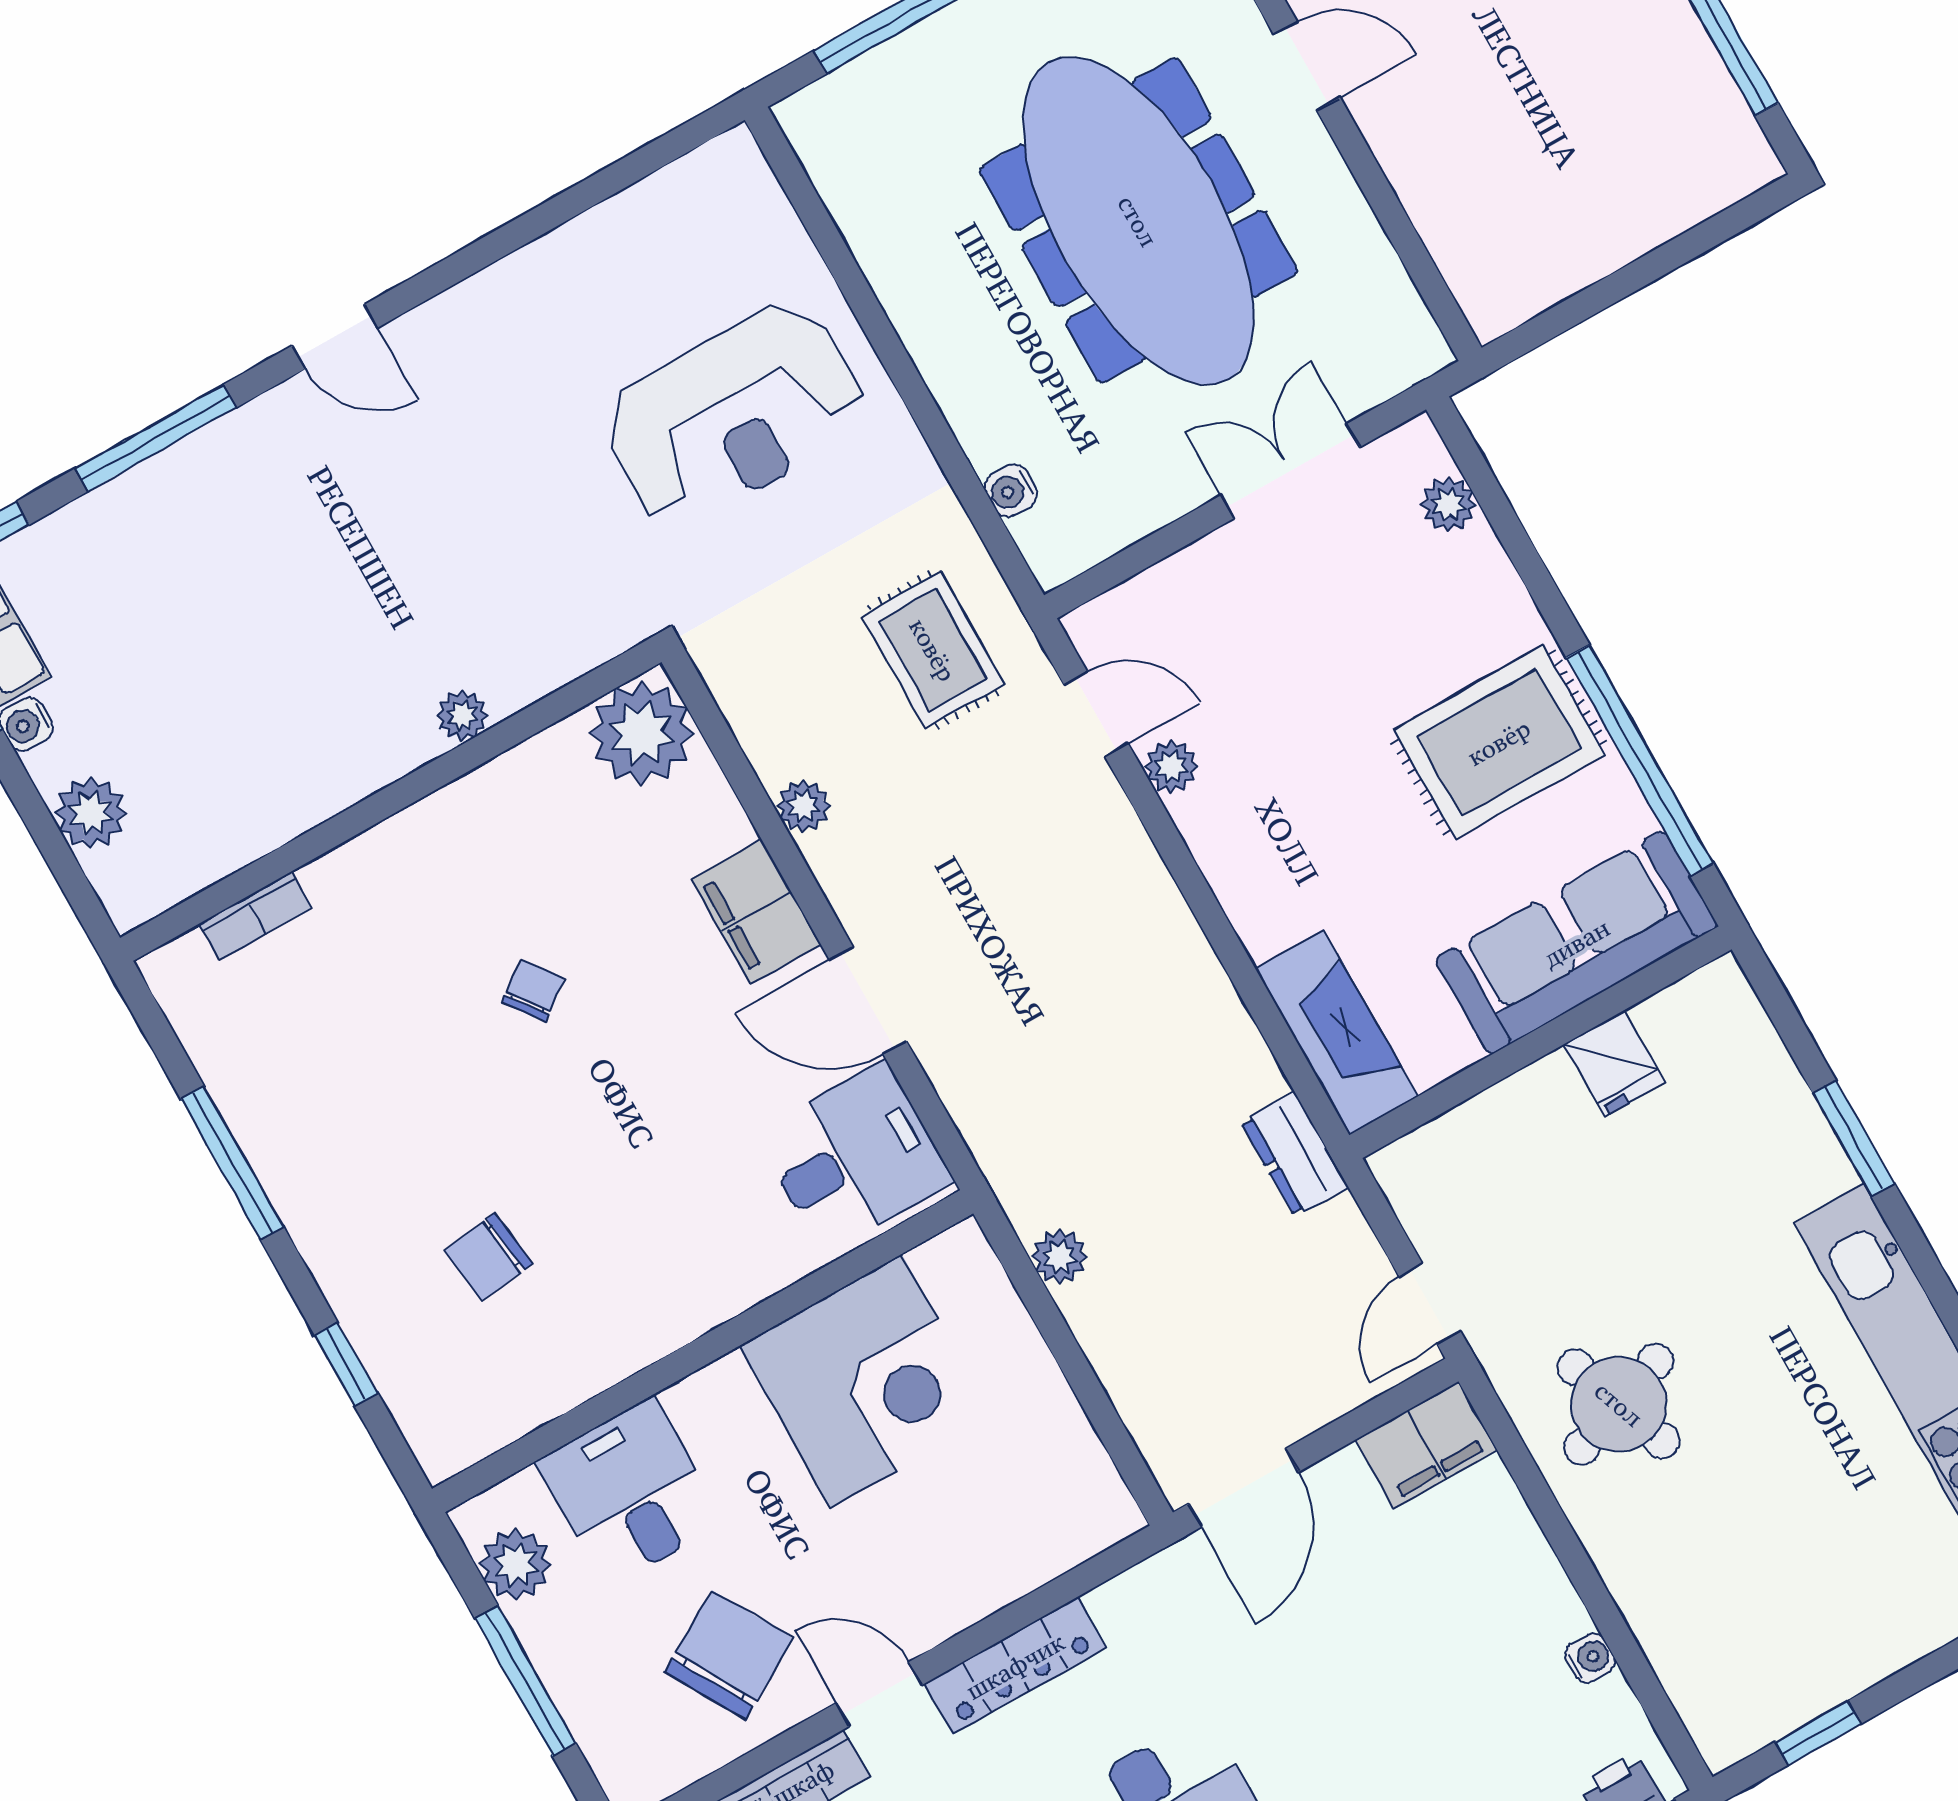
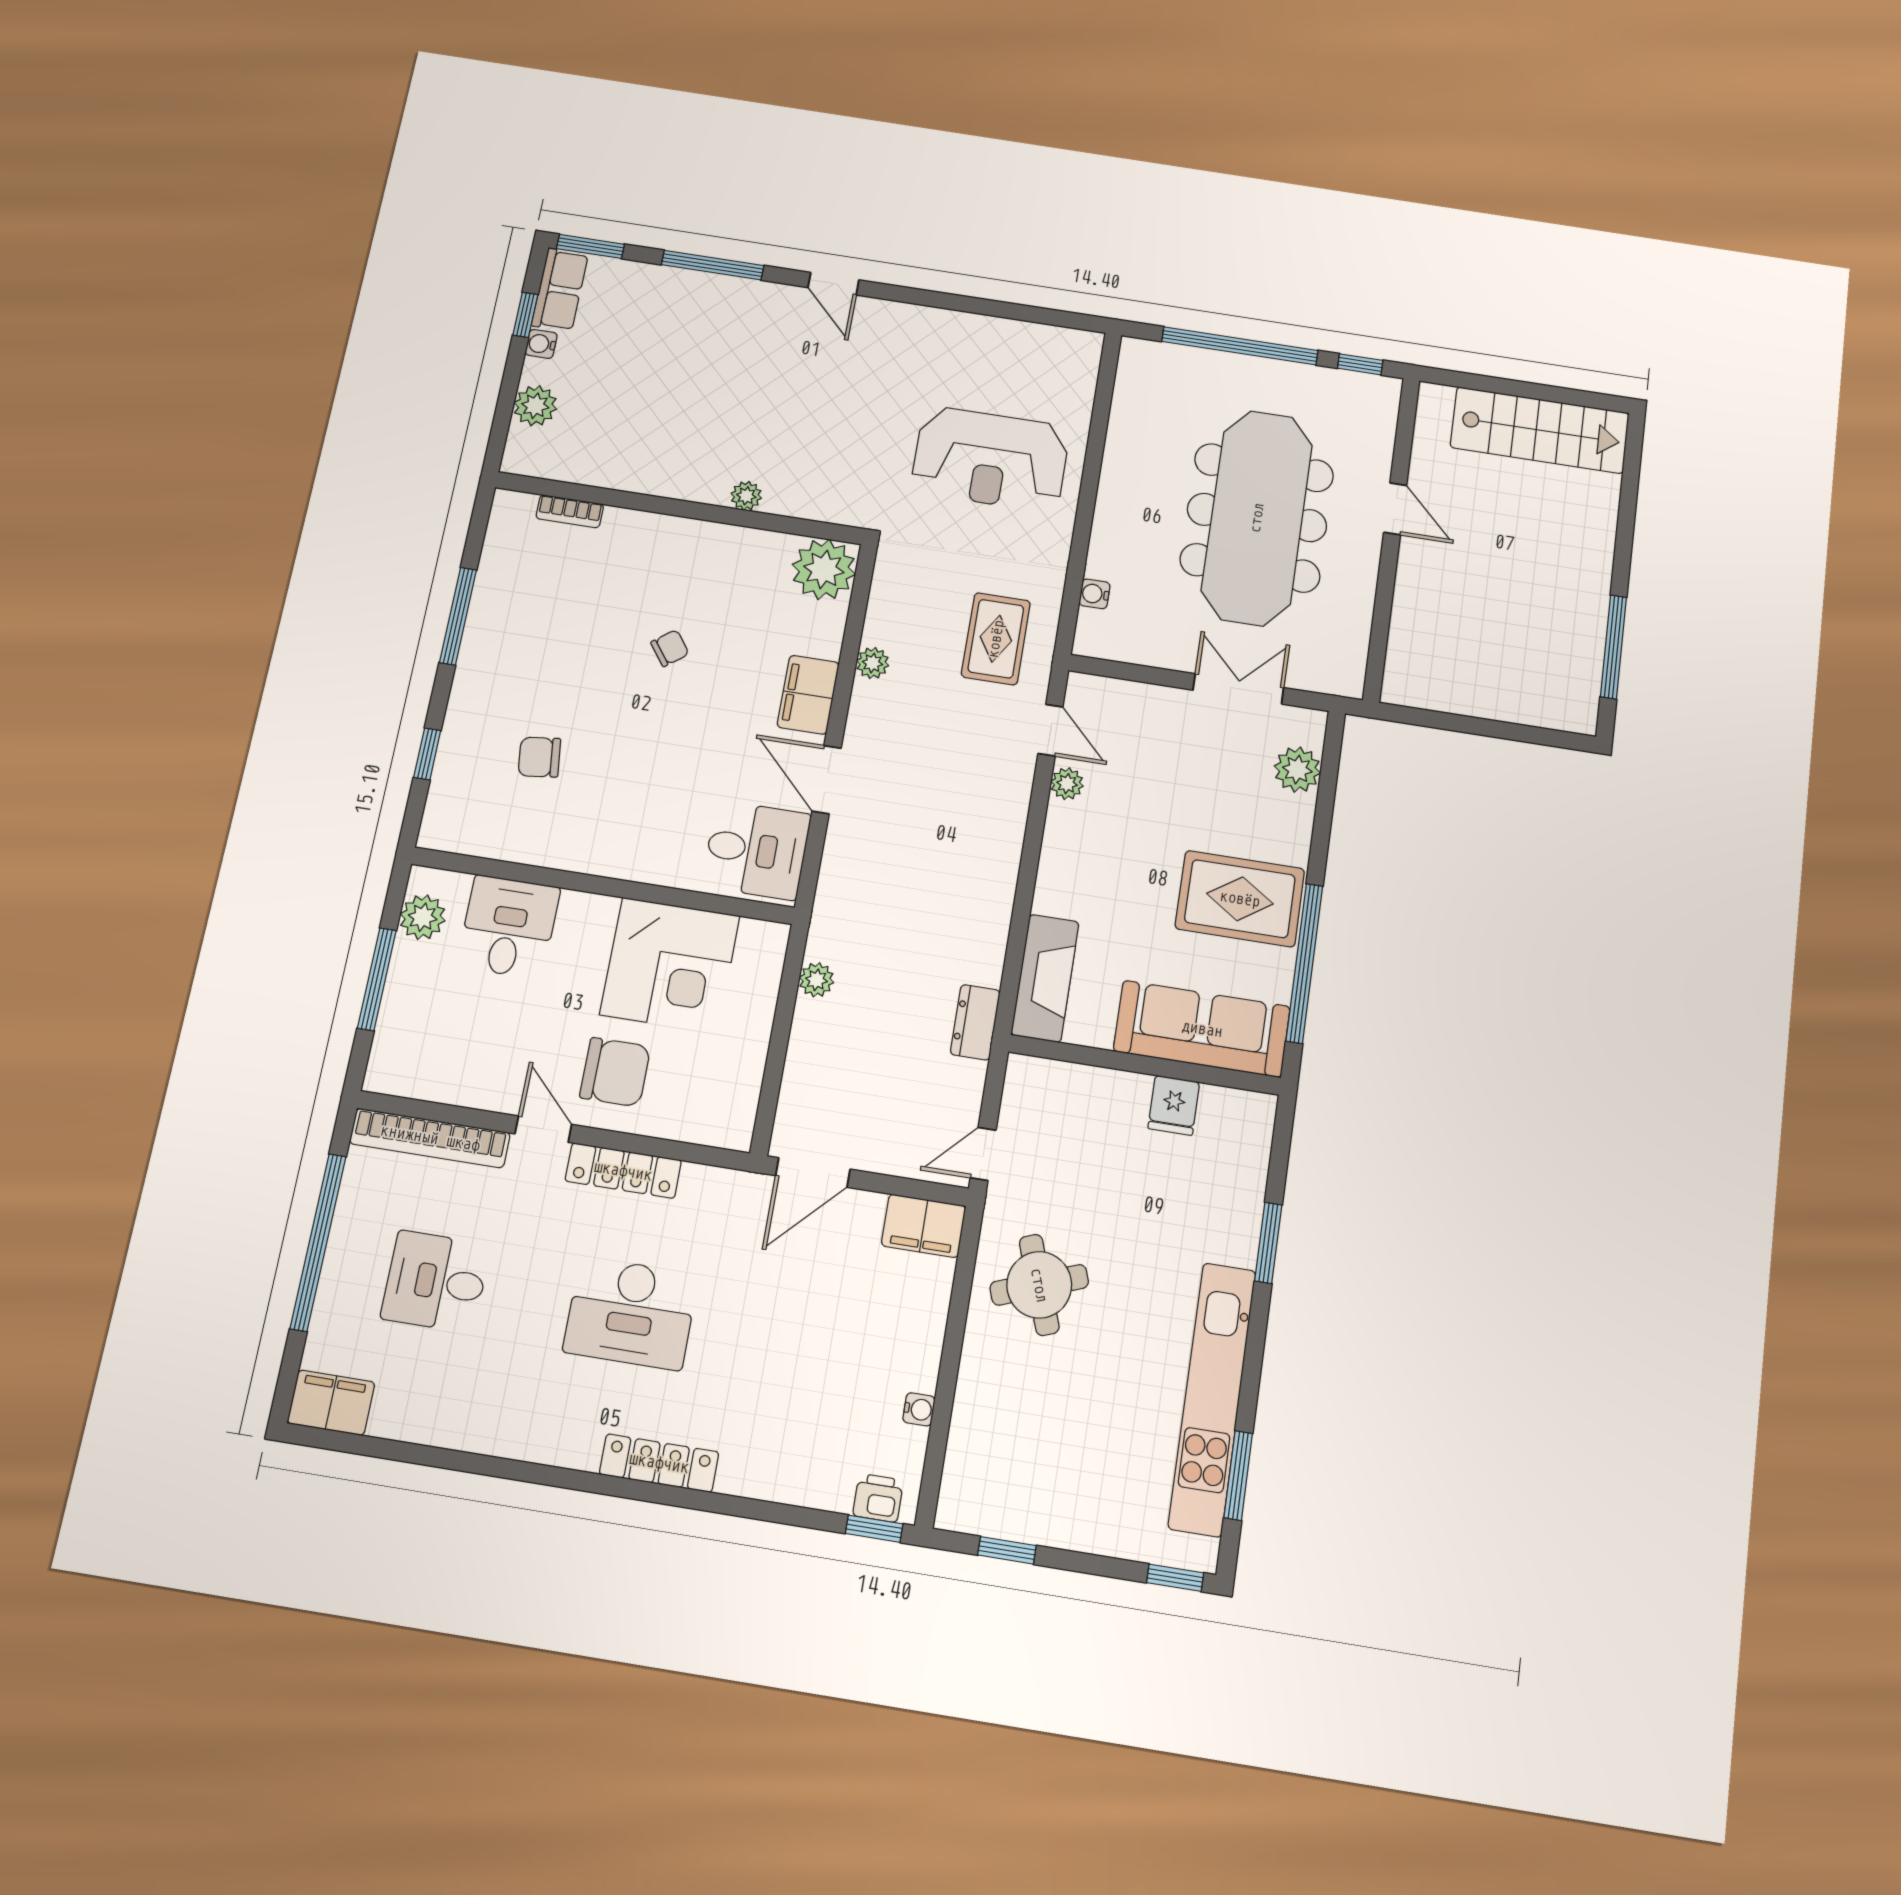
plant: (1449, 504) -> (1297, 770), width x1.38, depth x1.38
chair: (729, 1655) -> (615, 1072), moved, turned 30

